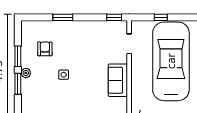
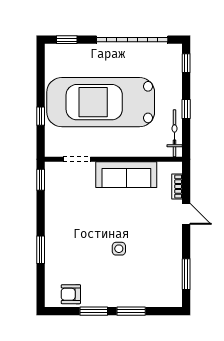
armchair: (45, 49) -> (71, 294), moved
plant: (26, 73) -> (117, 300), removed
sofa: (118, 80) -> (126, 175), width x1.36

